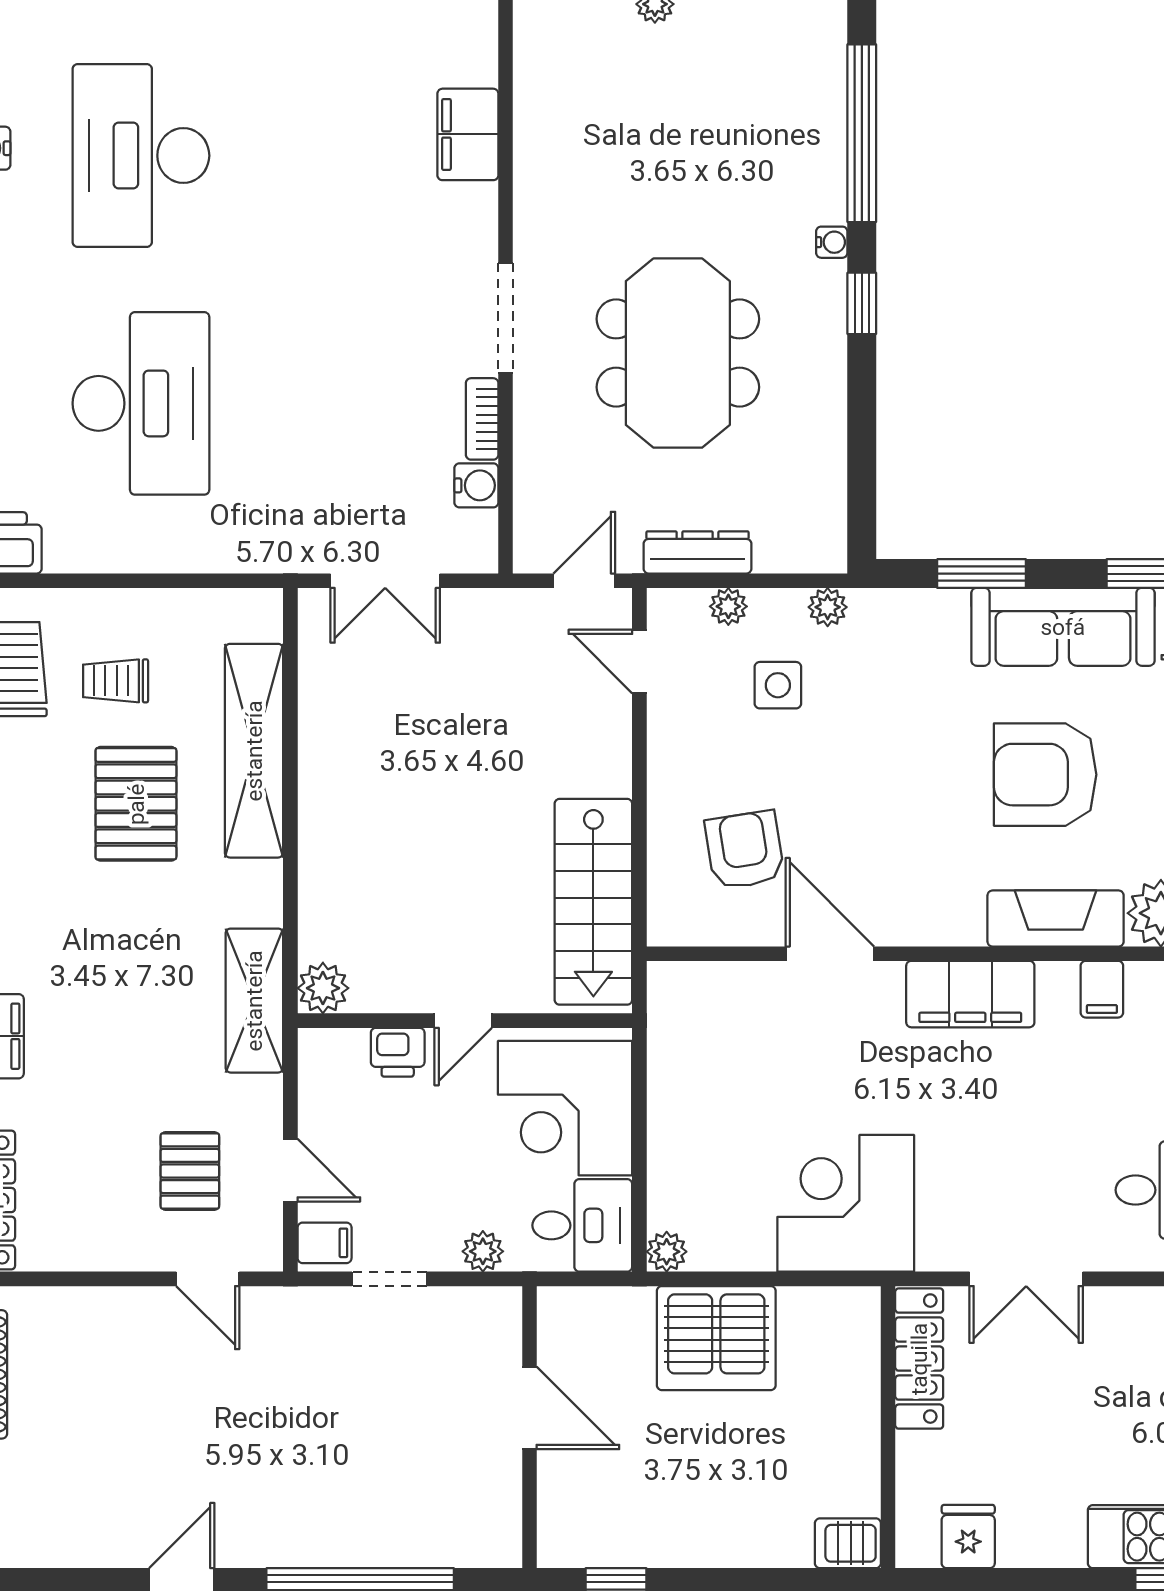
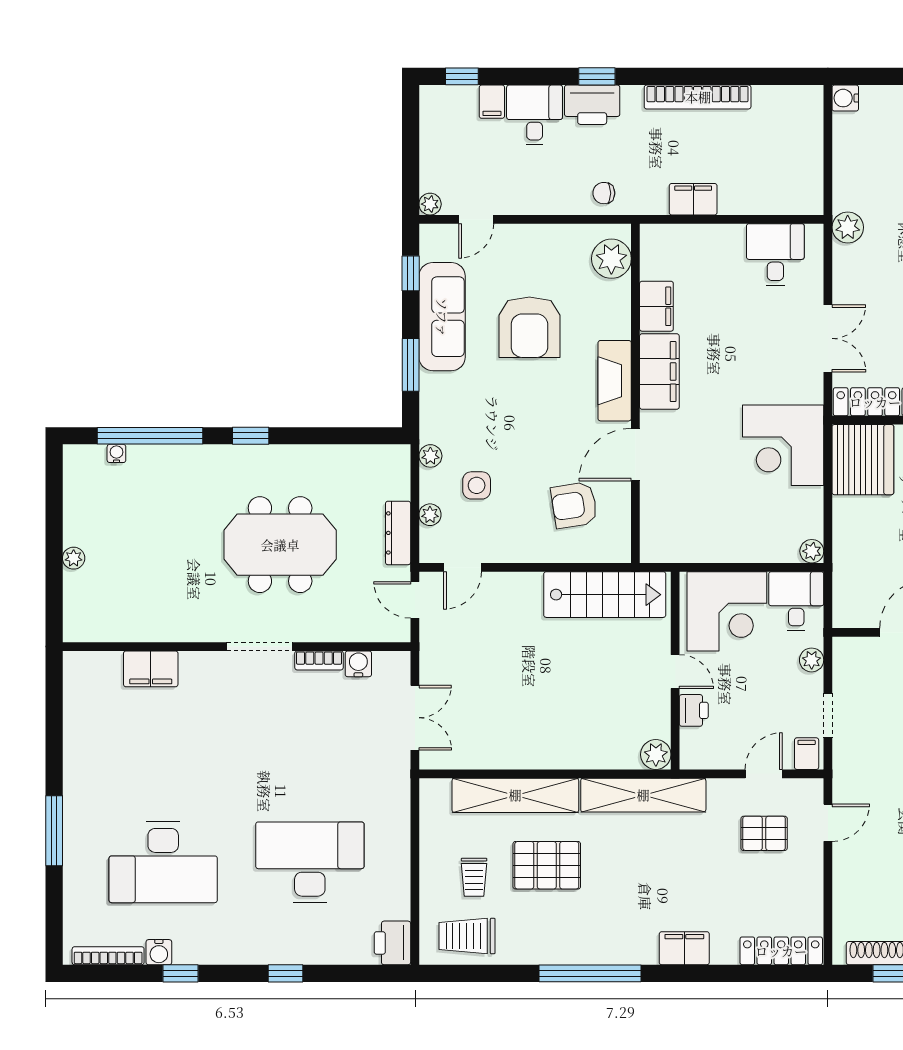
water cooler: (832, 242) -> (116, 453), moved
fireplace: (1056, 918) -> (615, 381), moved
filing cabinet: (1102, 989) -> (656, 306), width x2.00
shelving: (254, 1001) -> (643, 795), width x1.47
server rack: (716, 1338) -> (863, 460), moved

